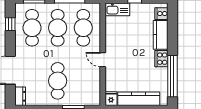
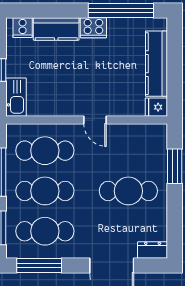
window: (10, 24) -> (39, 265), width x2.17
door: (103, 60) -> (95, 120), hinge flipped

